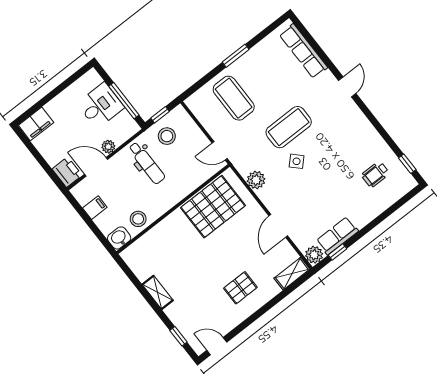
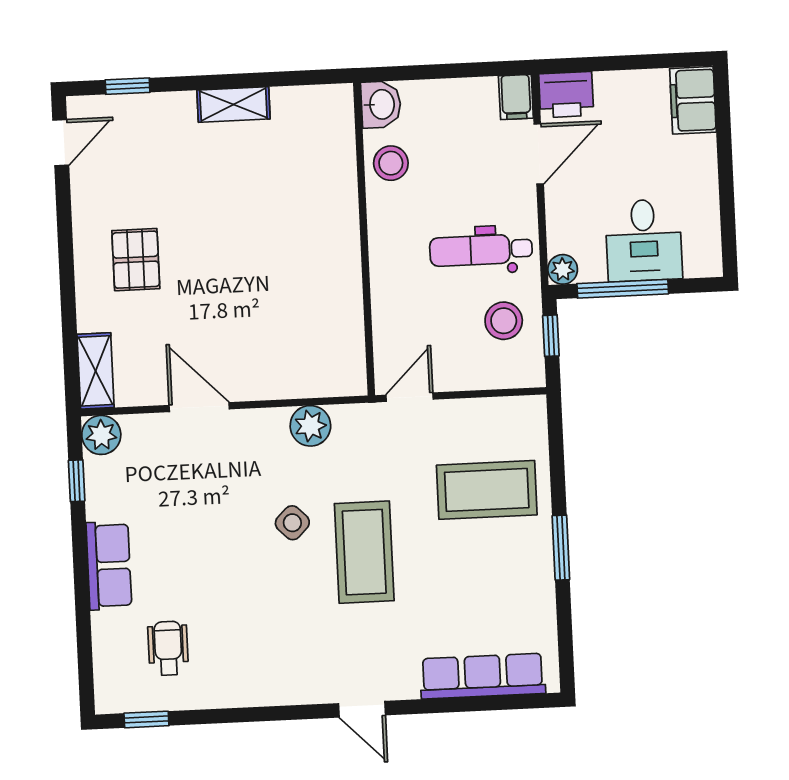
plant: (108, 147) -> (563, 269), moved
pallet: (213, 207) -> (317, 314), removed
filing cabinet: (95, 208) -> (516, 97), moved
row of seats: (337, 236) -> (109, 566), moved

